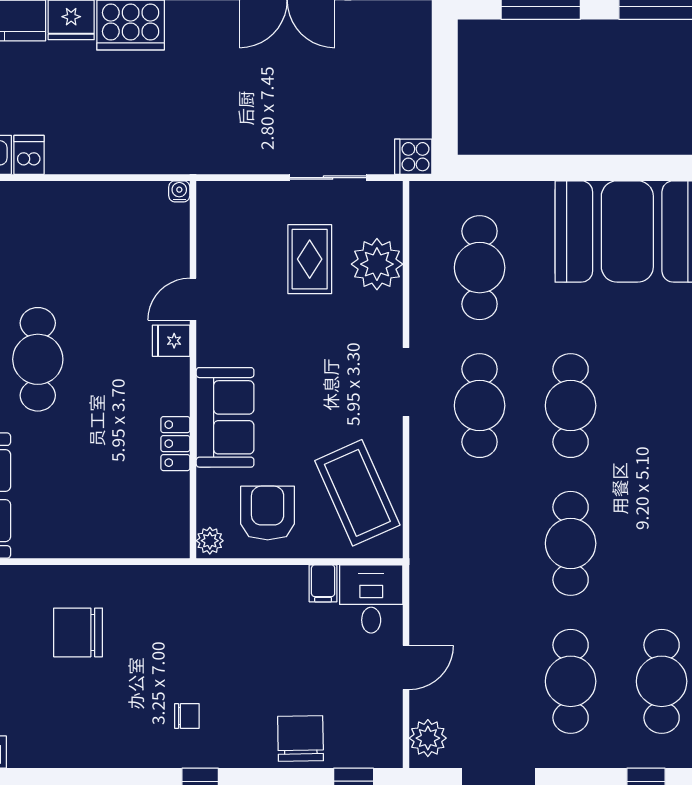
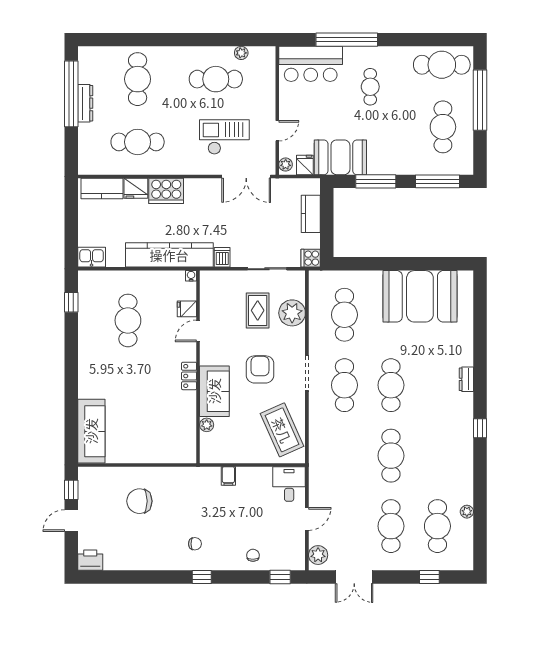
kitchen counter: (414, 70) -> (311, 214), added
kitchen counter: (137, 150) -> (169, 255), added
dishwasher: (29, 155) -> (222, 257), moved
fridge: (171, 341) -> (187, 309), moved
cafe table: (38, 359) -> (128, 320), moved
locker: (175, 444) -> (189, 376), moved
armchair: (268, 513) -> (260, 369), moved
plant: (210, 541) -> (207, 425), moved
filing cabinet: (323, 583) -> (228, 476), moved
chair: (301, 739) -> (253, 555), width x0.54, depth x0.54

